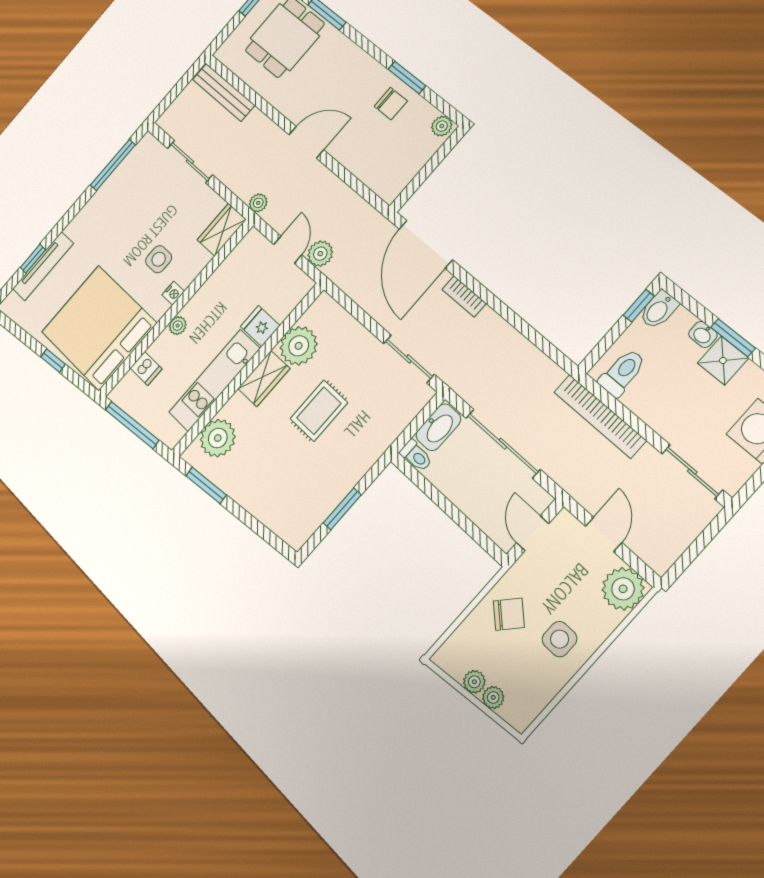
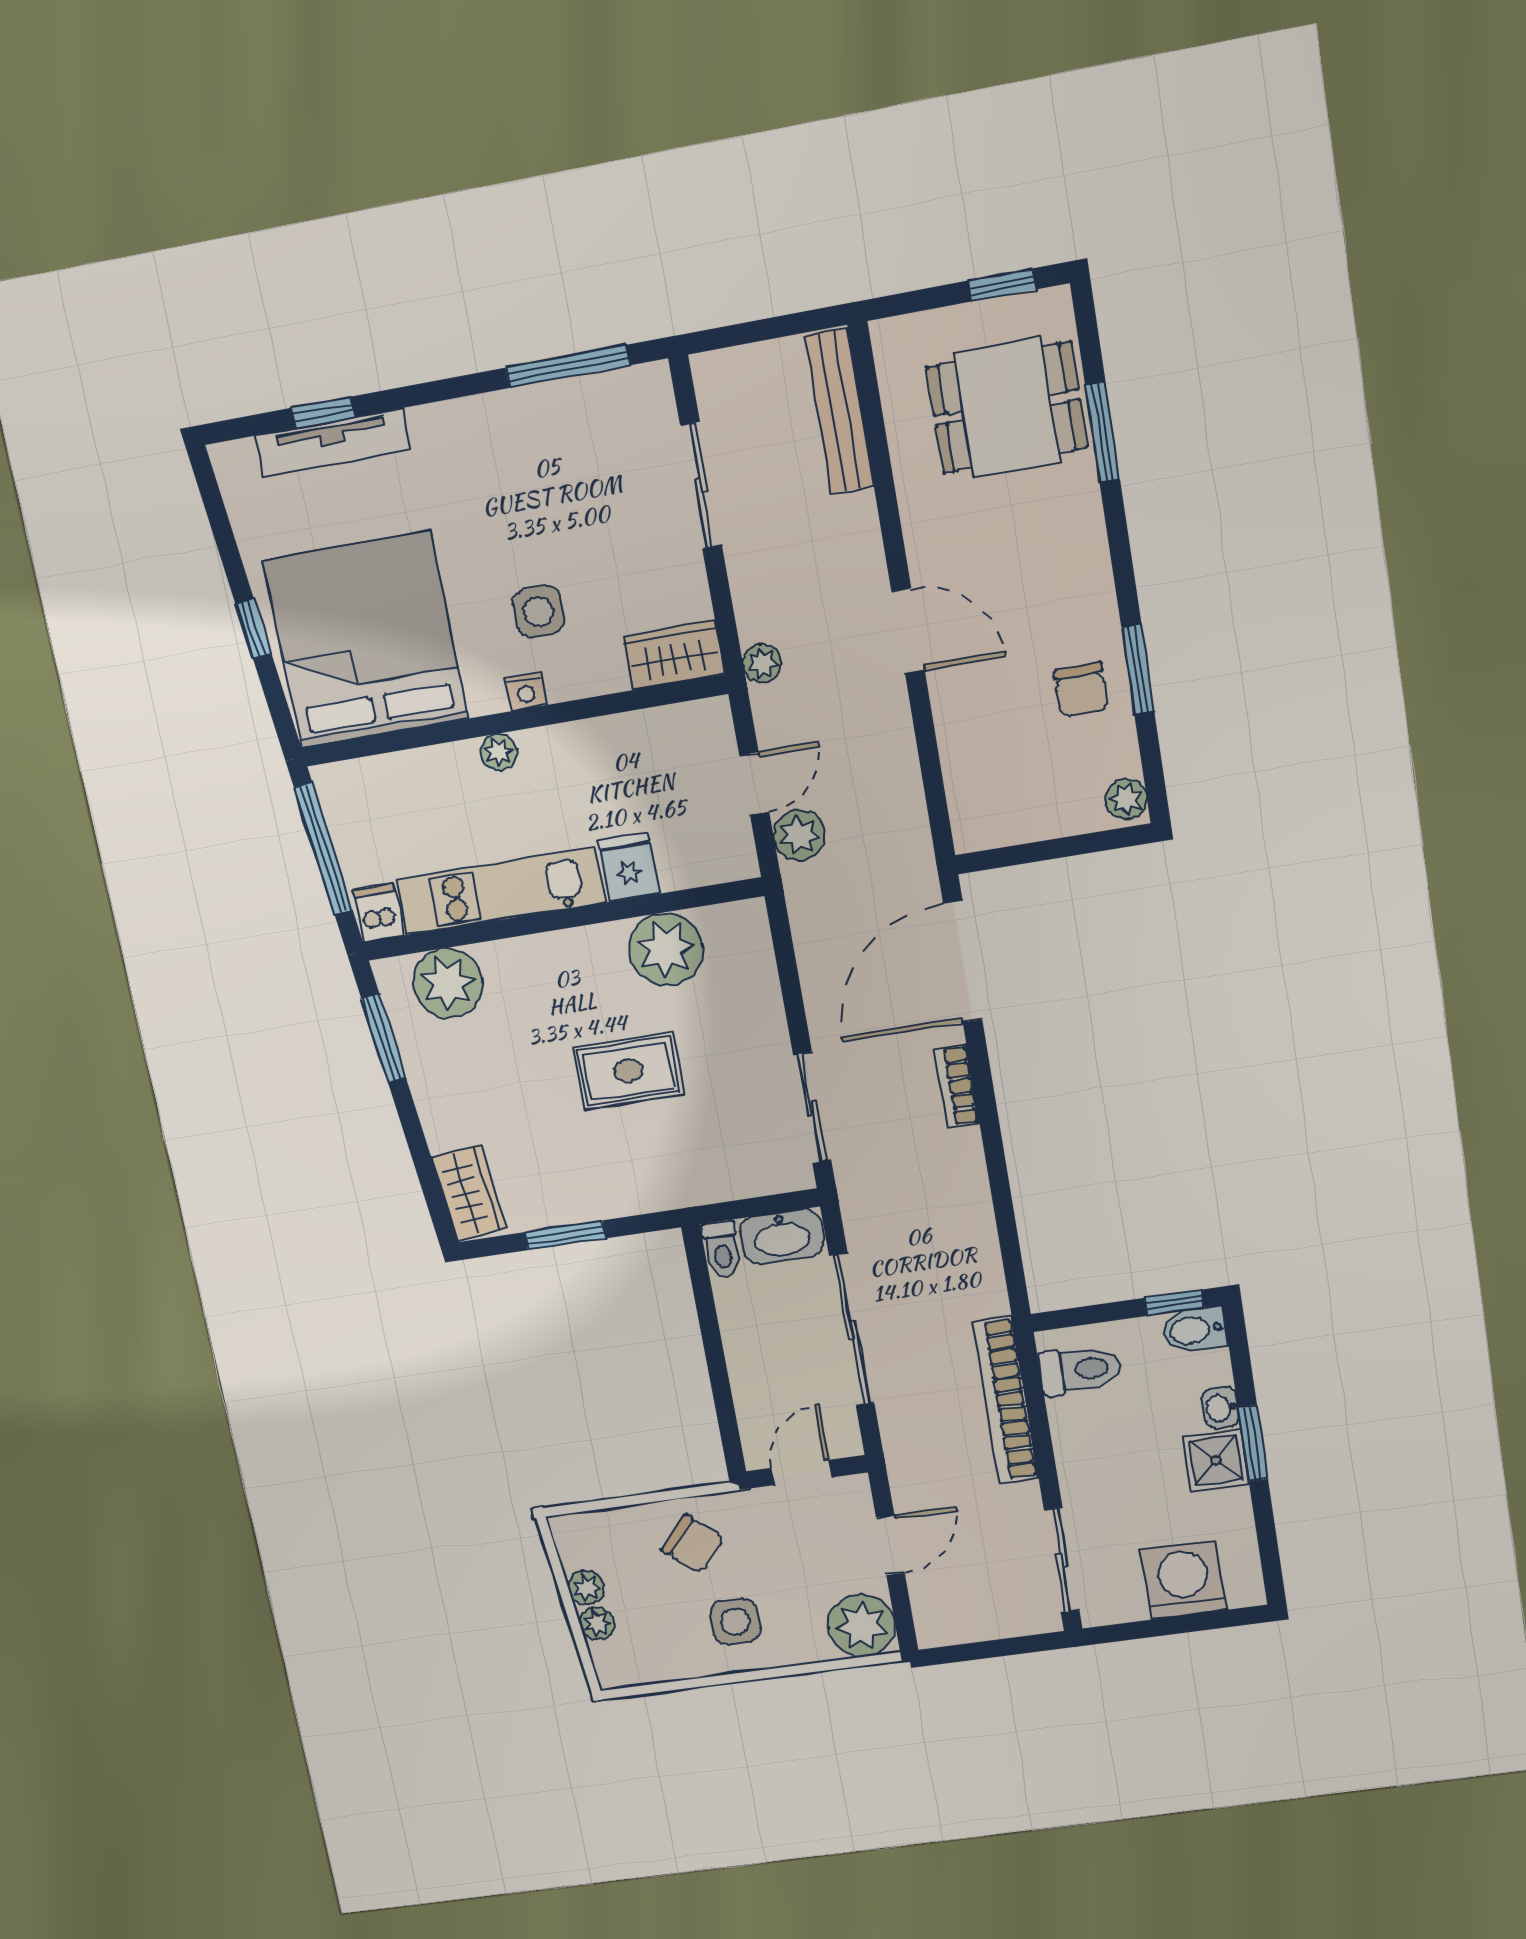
dishwasher: (146, 368) -> (378, 913), moved, turned 180
wardrobe: (264, 379) -> (469, 1193), moved, turned -96

